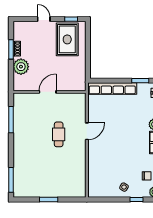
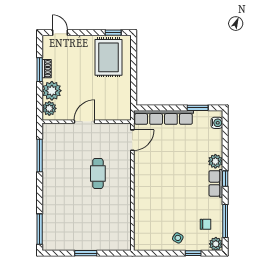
door: (44, 19) -> (60, 33), moved
plant: (19, 81) -> (49, 108), added
door: (87, 131) -> (132, 140), moved

